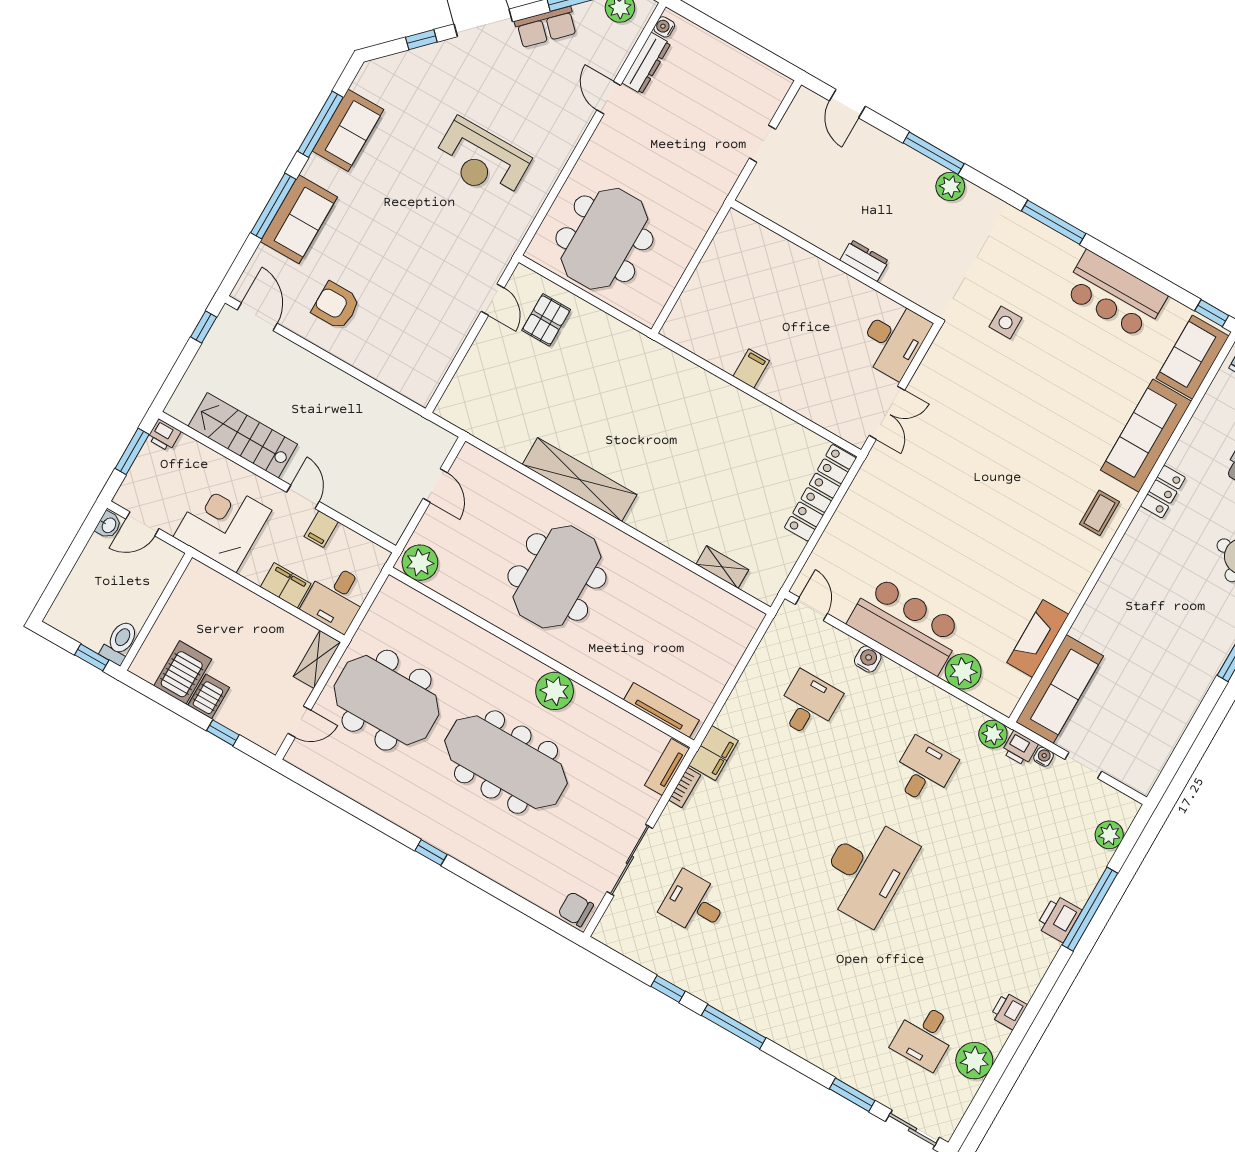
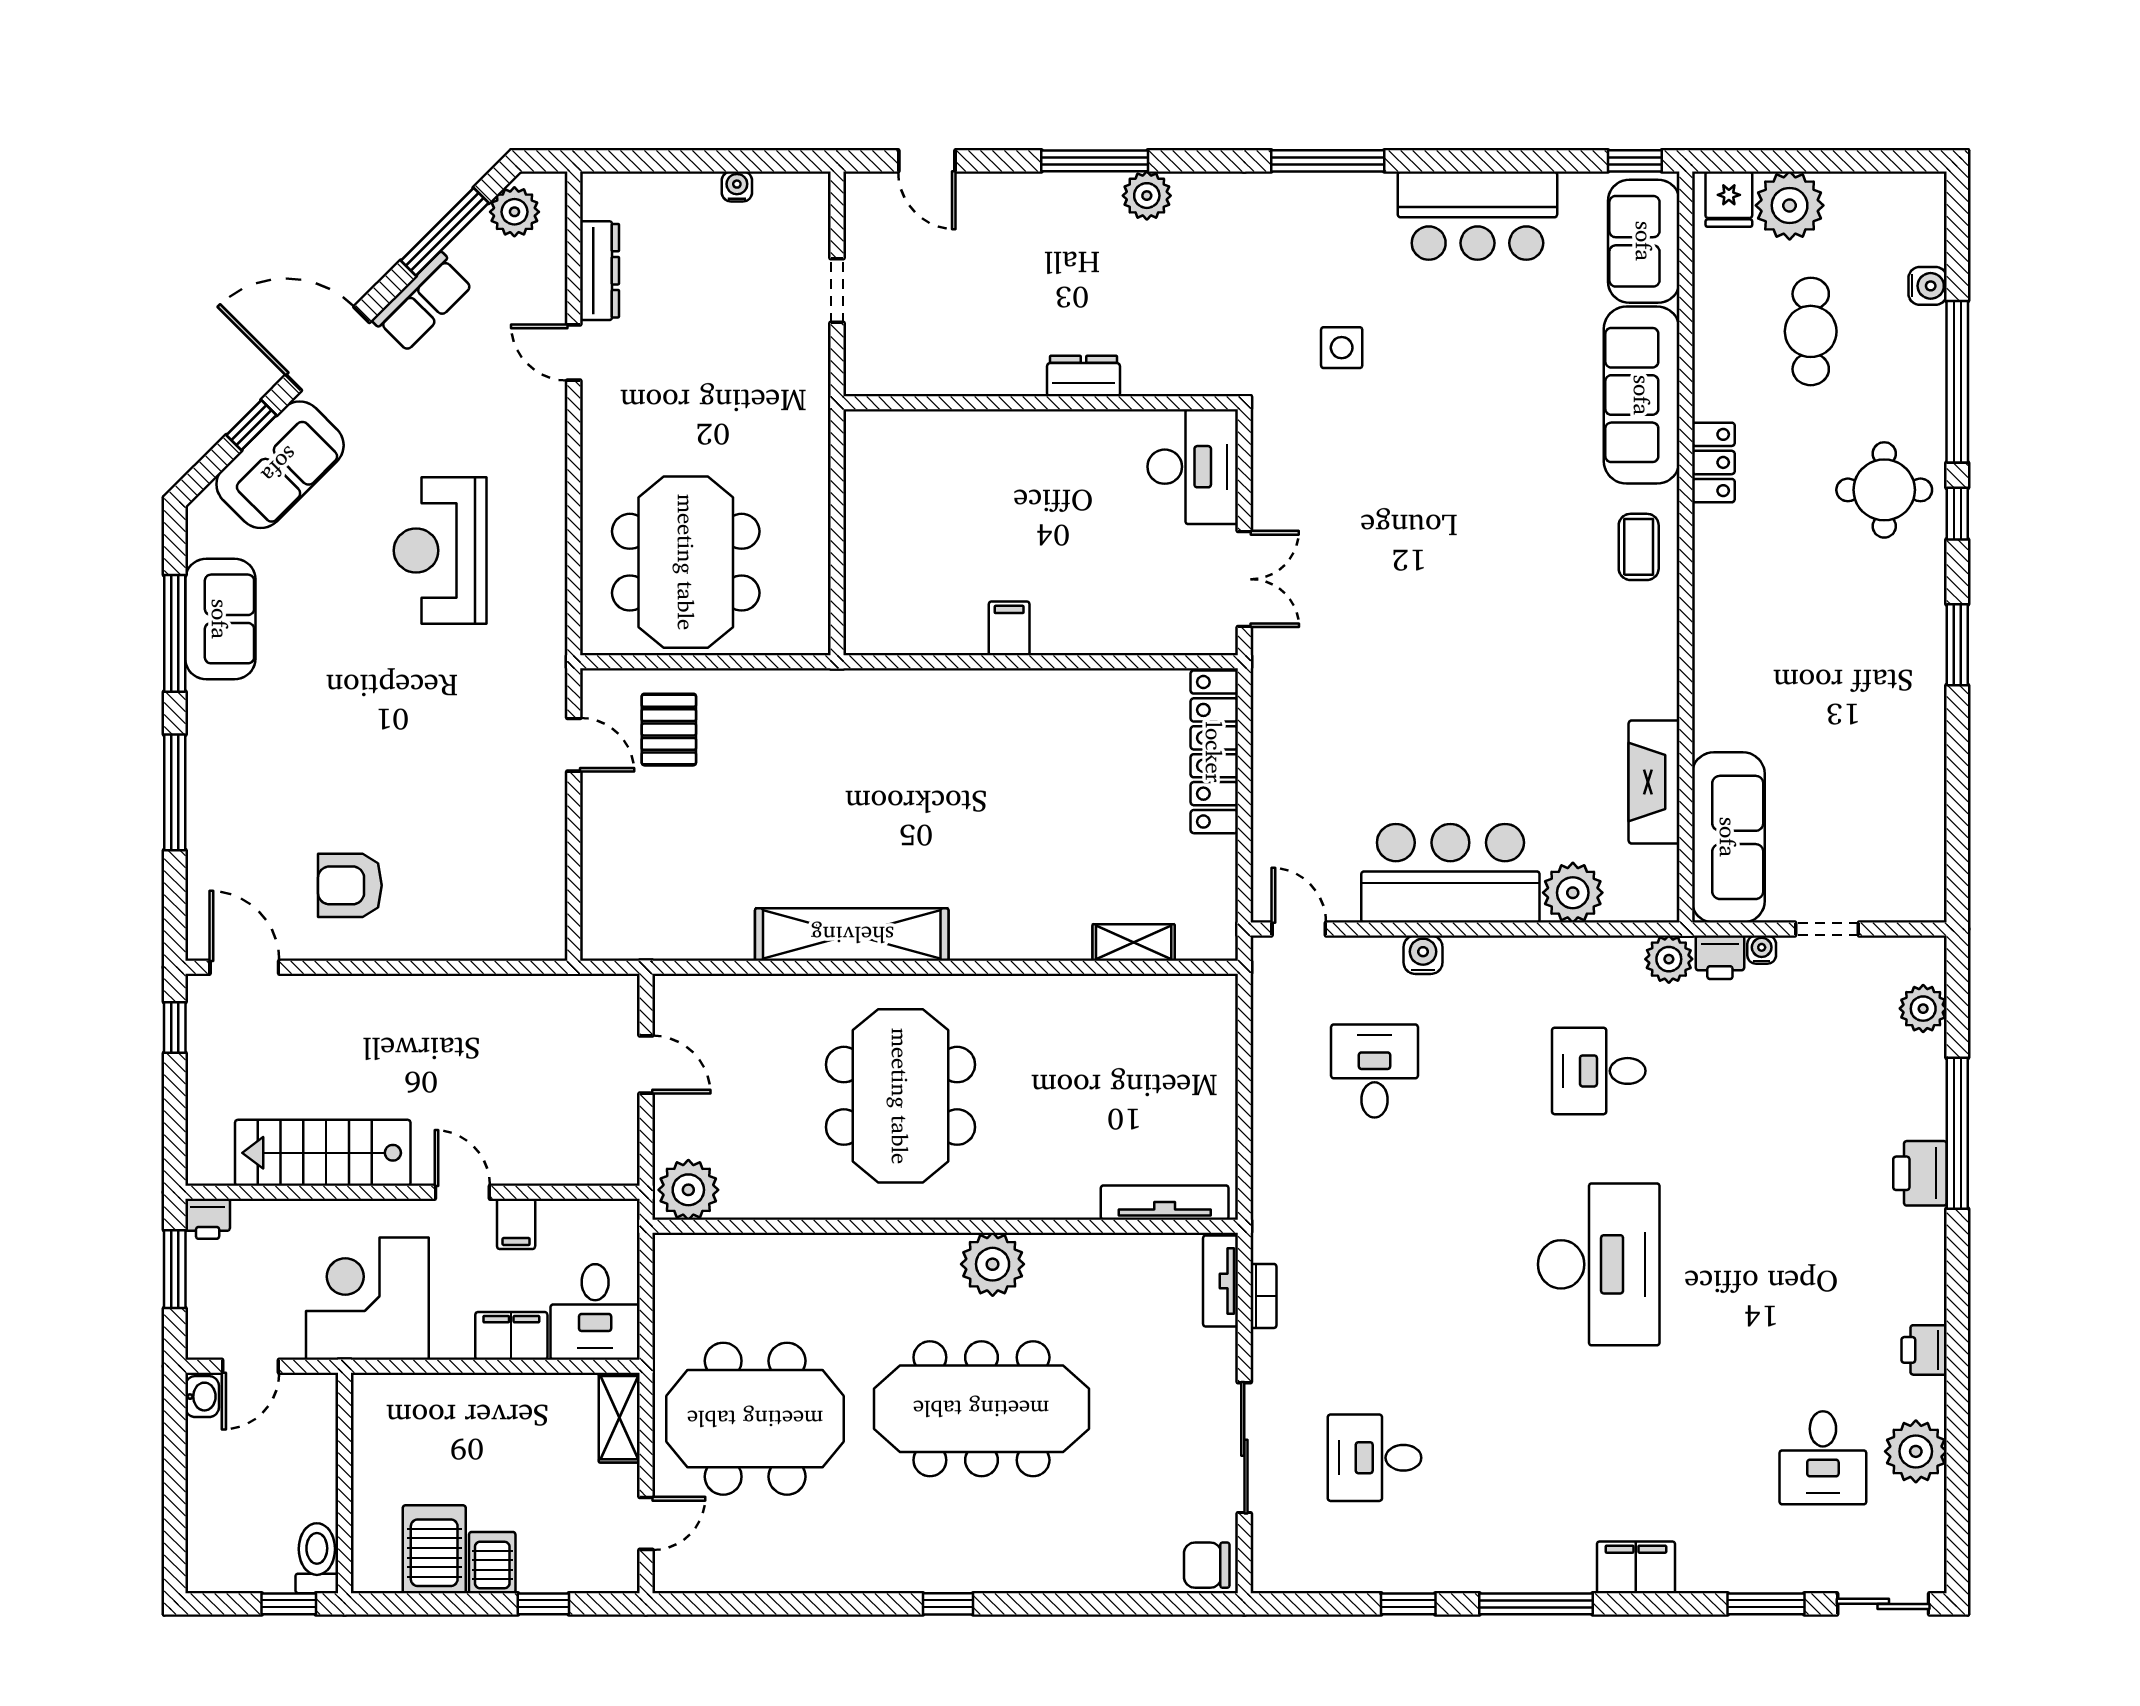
water cooler: (664, 27) -> (737, 187), moved, turned 90
reception desk: (481, 160) -> (440, 550), turned 90
sofa: (299, 219) -> (280, 465), moved, turned 45
filing cabinet: (713, 753) -> (1636, 1567), moved, turned -90
desk: (924, 771) -> (1599, 1071), turned -90

